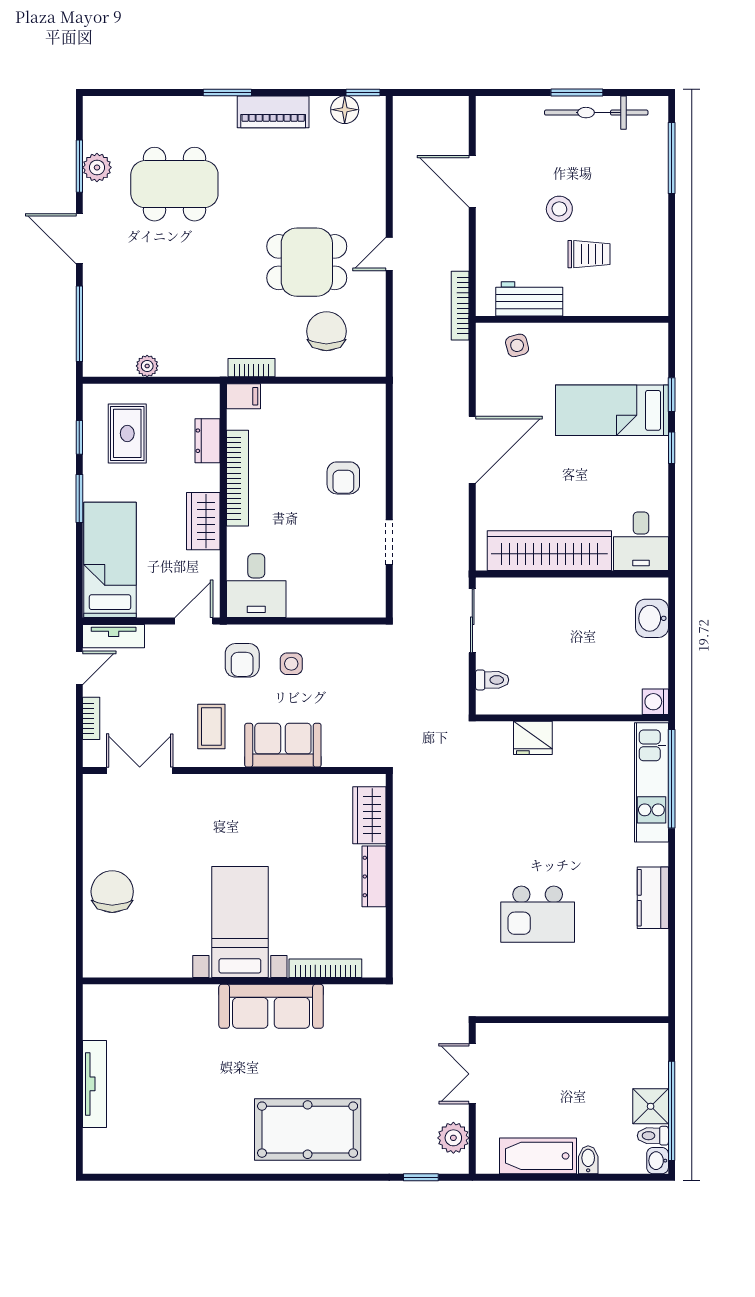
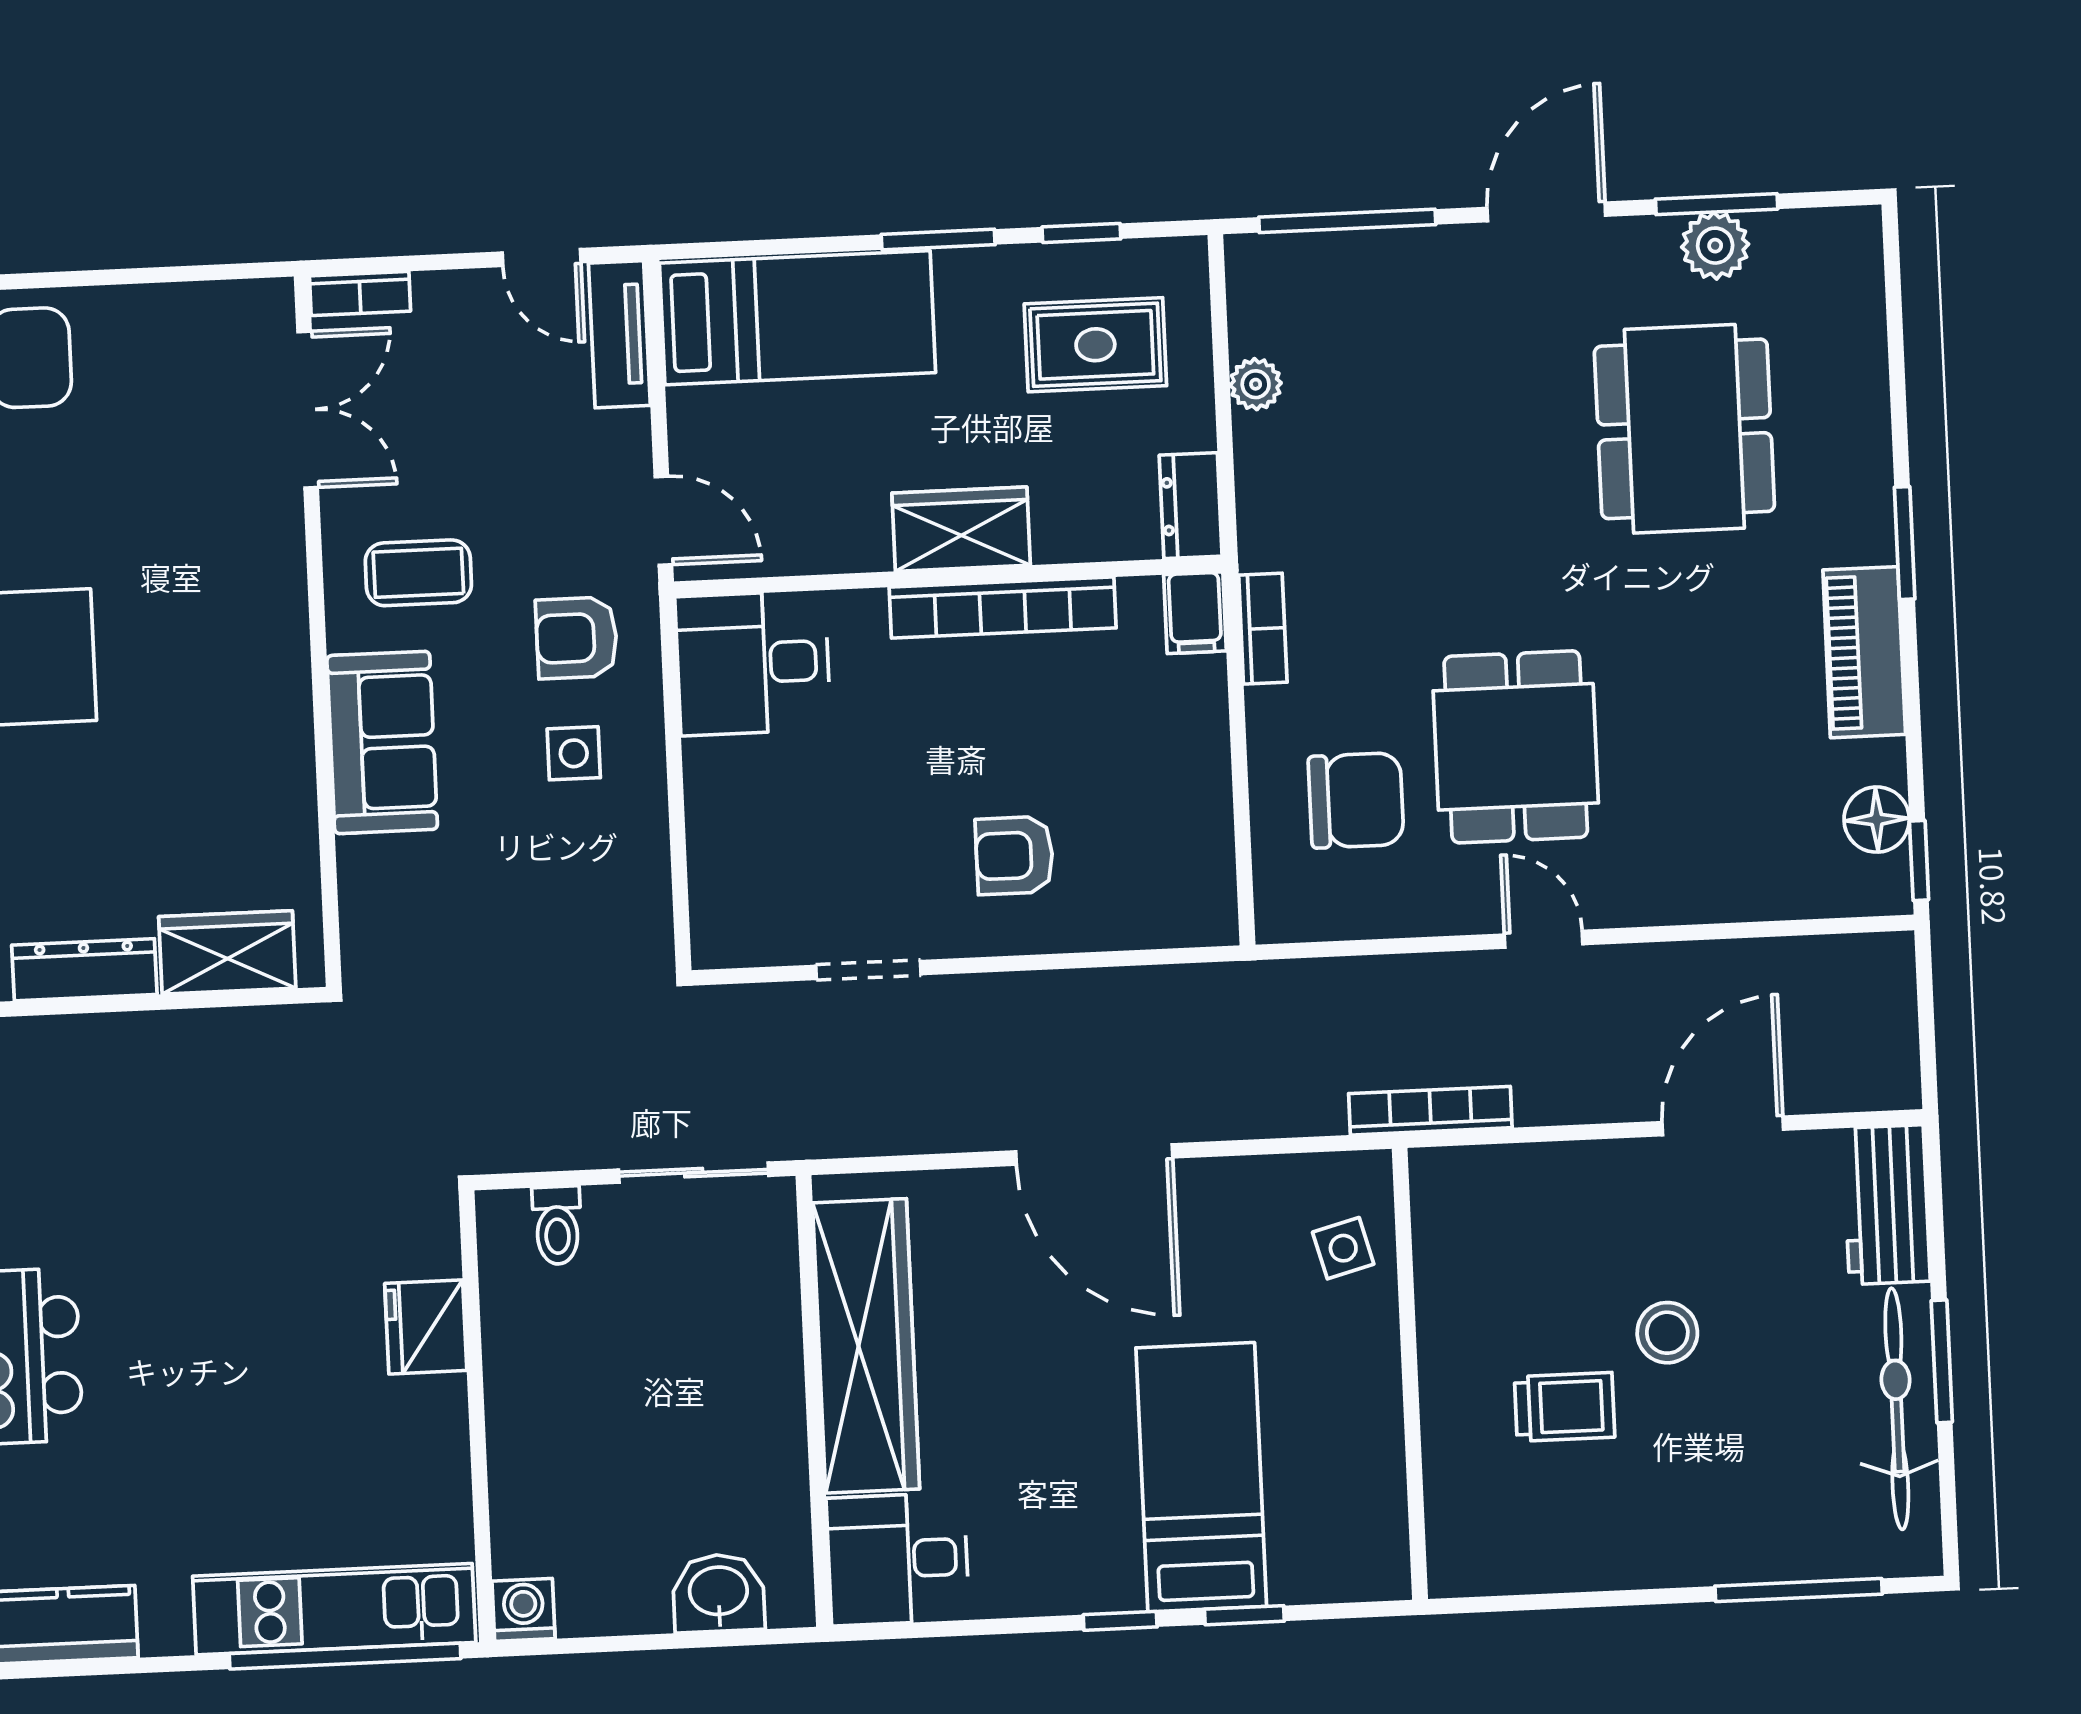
trolley: (589, 254) -> (1565, 1407), turned -90
workbench: (529, 299) -> (1886, 1205), moved, turned 180
dresser: (207, 441) -> (1191, 506), moved, turned -90
wardrobe: (203, 521) -> (961, 529), moved
bookcase: (91, 718) -> (360, 293), moved

